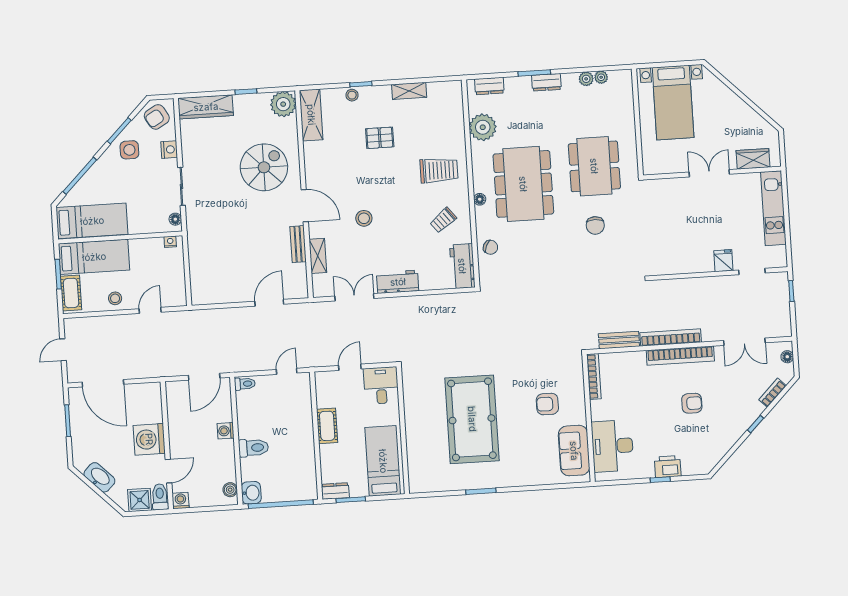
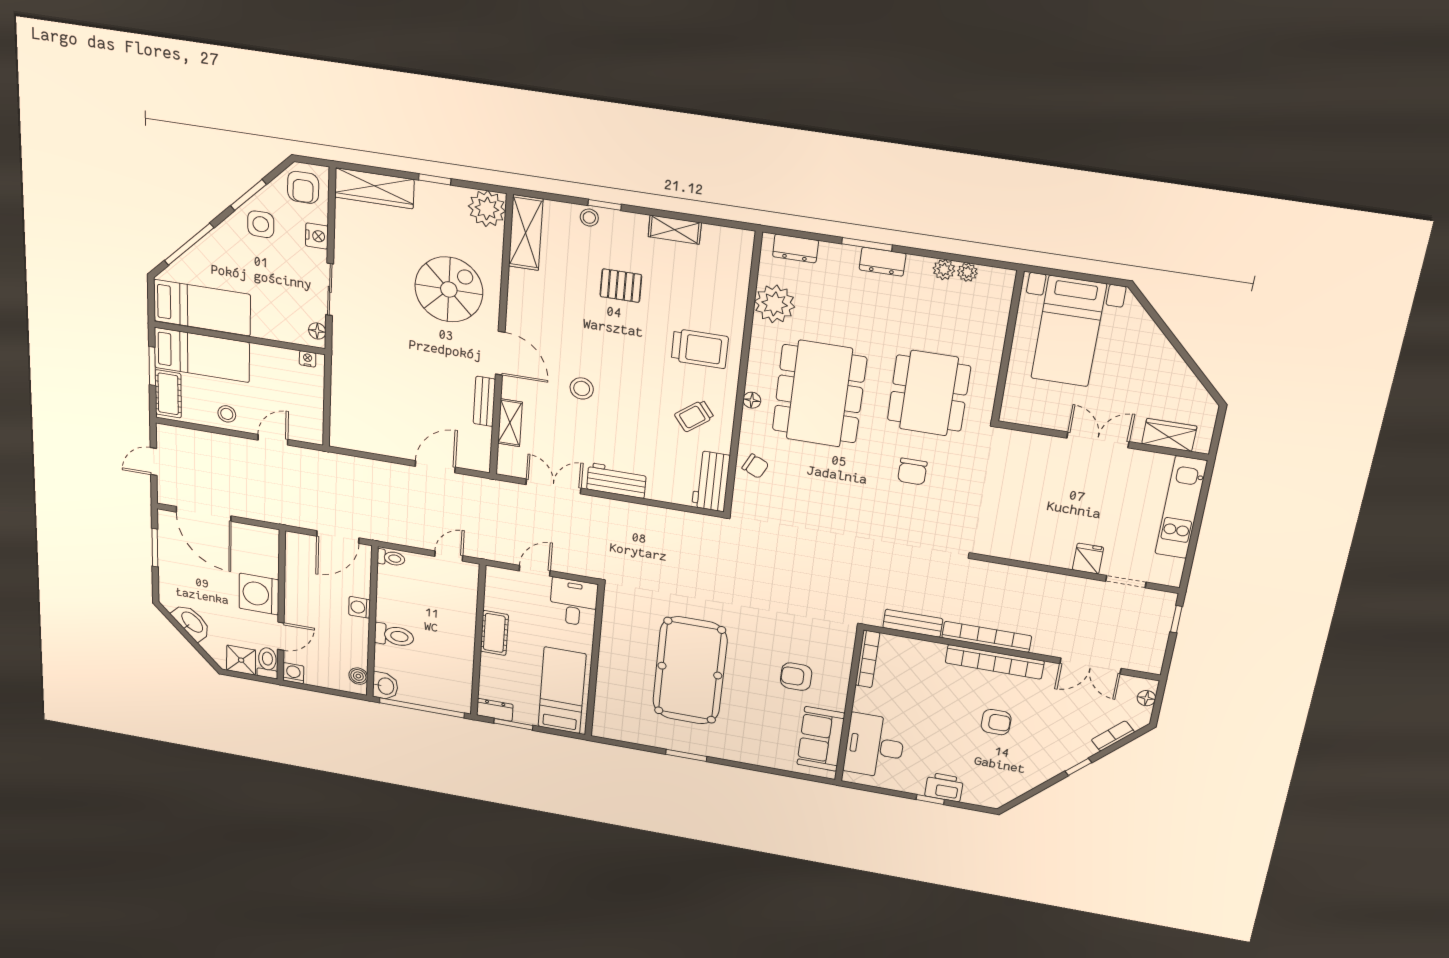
armchair: (157, 117) -> (303, 187), turned -60

